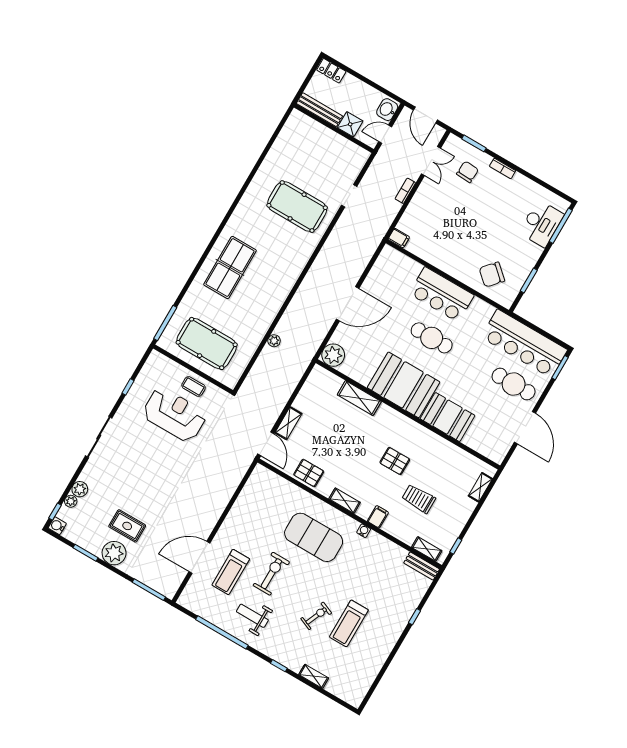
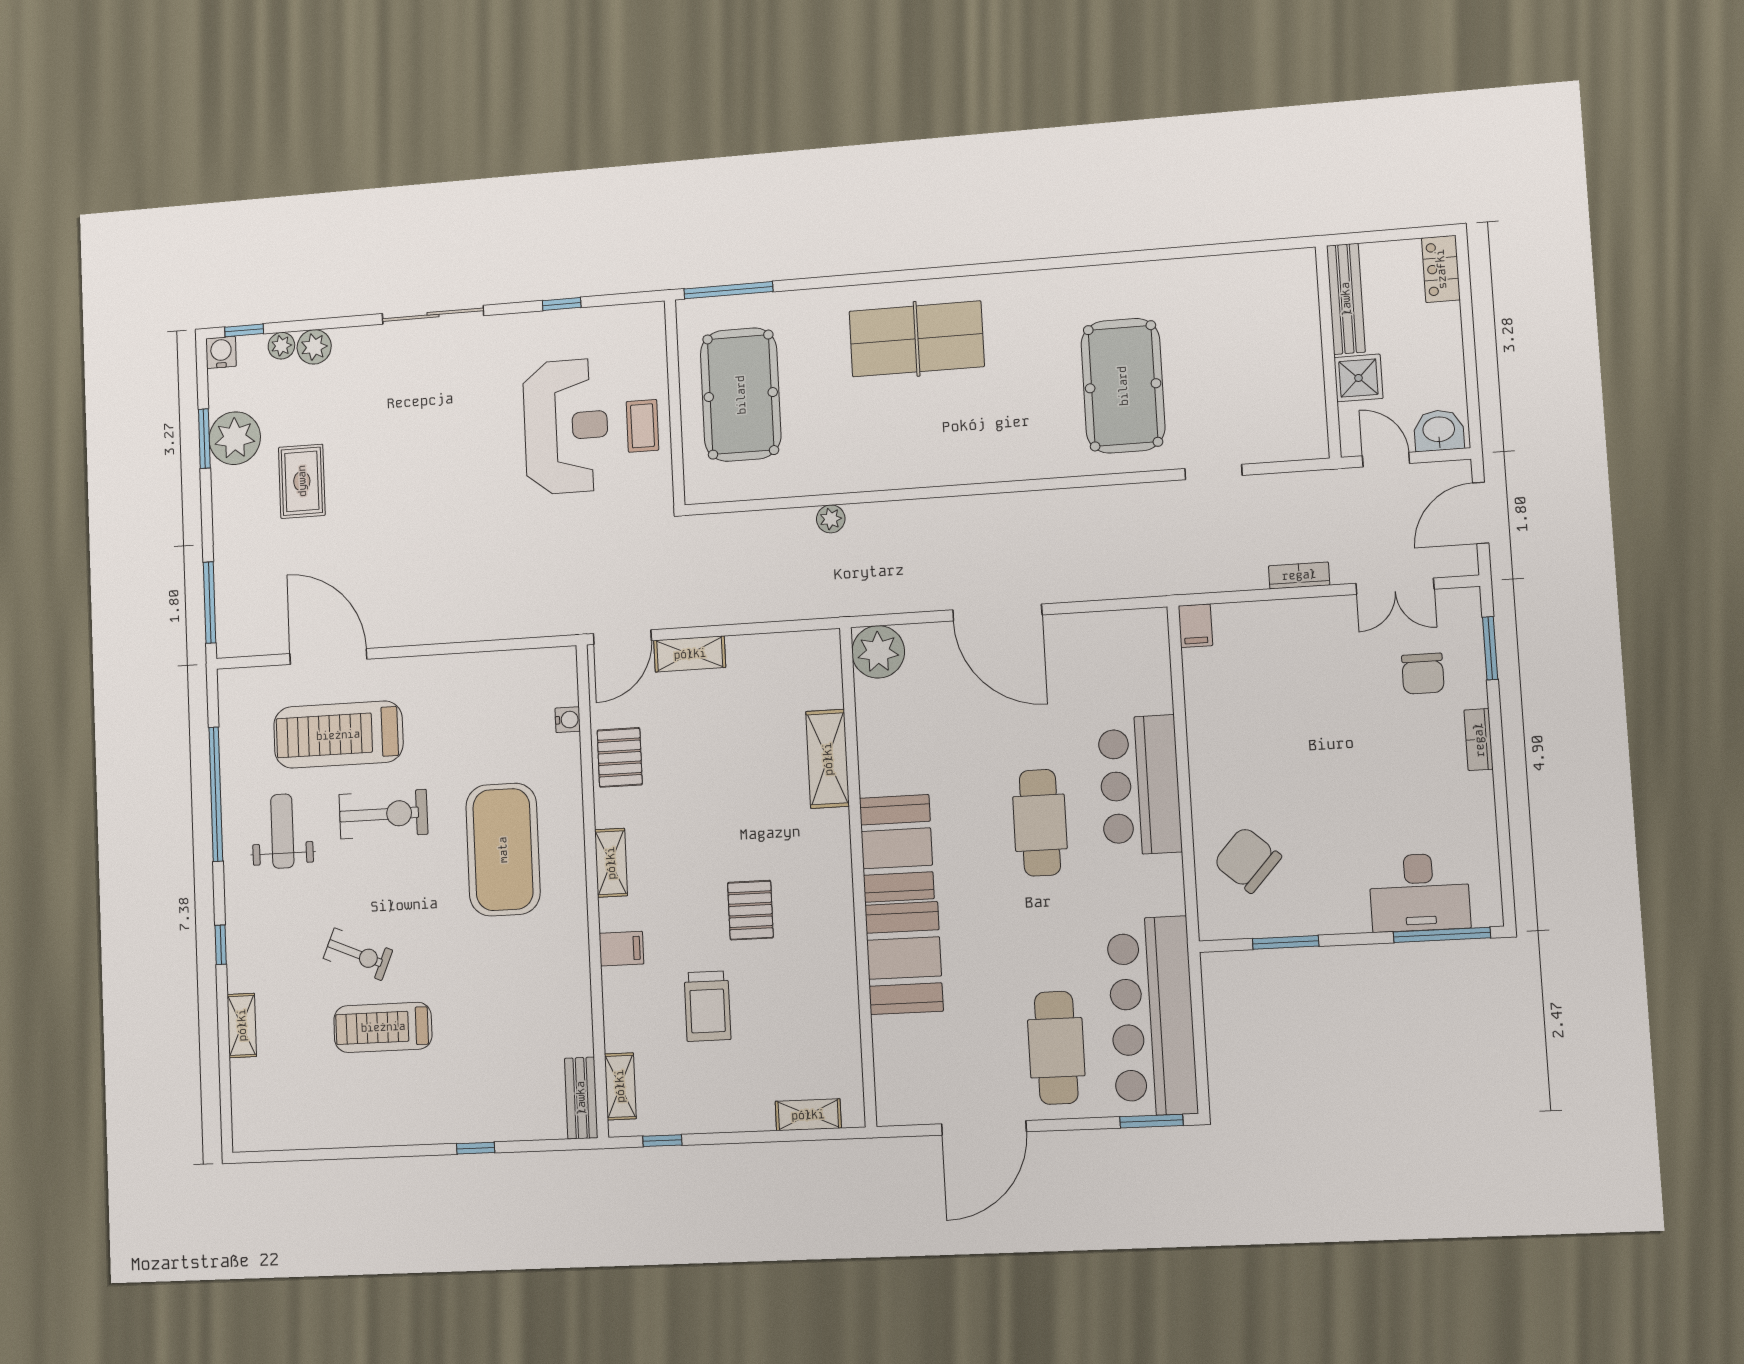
chair: (468, 172) -> (1423, 674), turned 87
booth: (404, 385) -> (897, 848), width x0.73, depth x0.70
trolley: (419, 499) -> (707, 1006), turned 180
water cooler: (364, 531) -> (568, 720), moved
plant: (114, 553) -> (235, 438), moved
treadmill: (231, 572) -> (338, 735), width x1.37, depth x1.38

